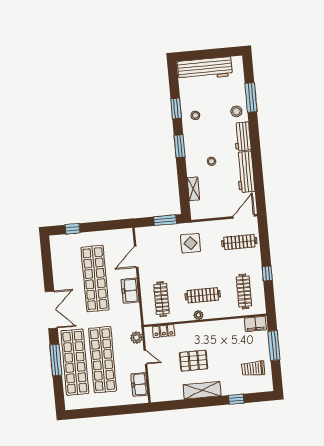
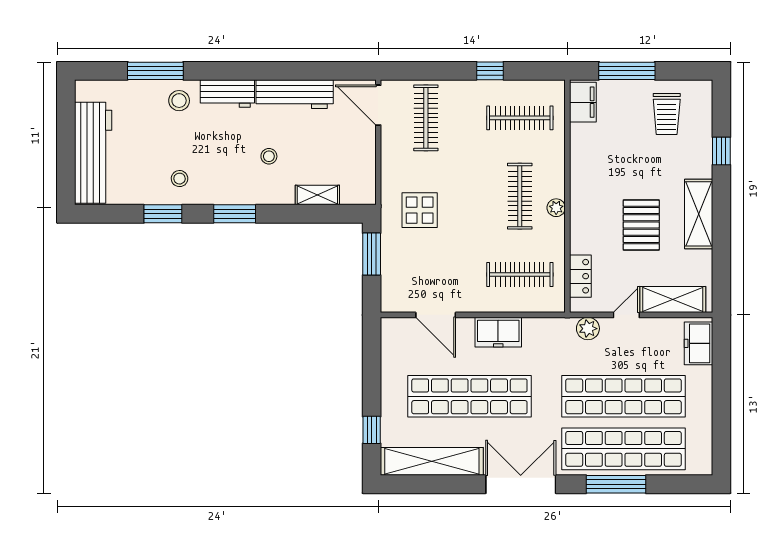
shelving: (59, 262) -> (432, 461), added
shelving: (156, 381) -> (673, 300), added
freezer: (139, 384) -> (698, 343), moved, turned 90

